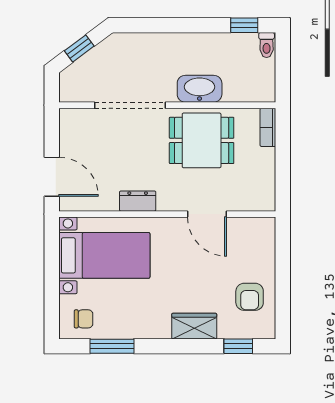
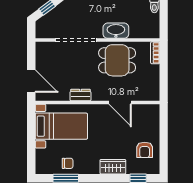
chair: (84, 319) -> (68, 163), moved

